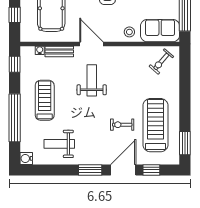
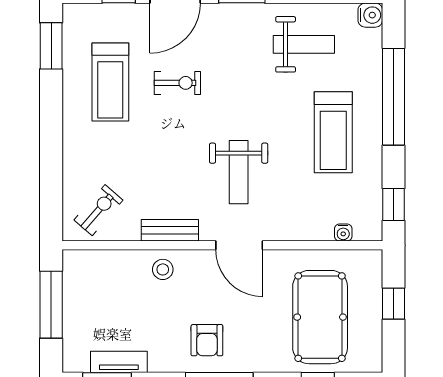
sofa: (160, 31) -> (101, 272), removed
bench: (59, 51) -> (170, 230), moved
treadmill: (155, 125) -> (110, 82), width x0.73, depth x0.73

